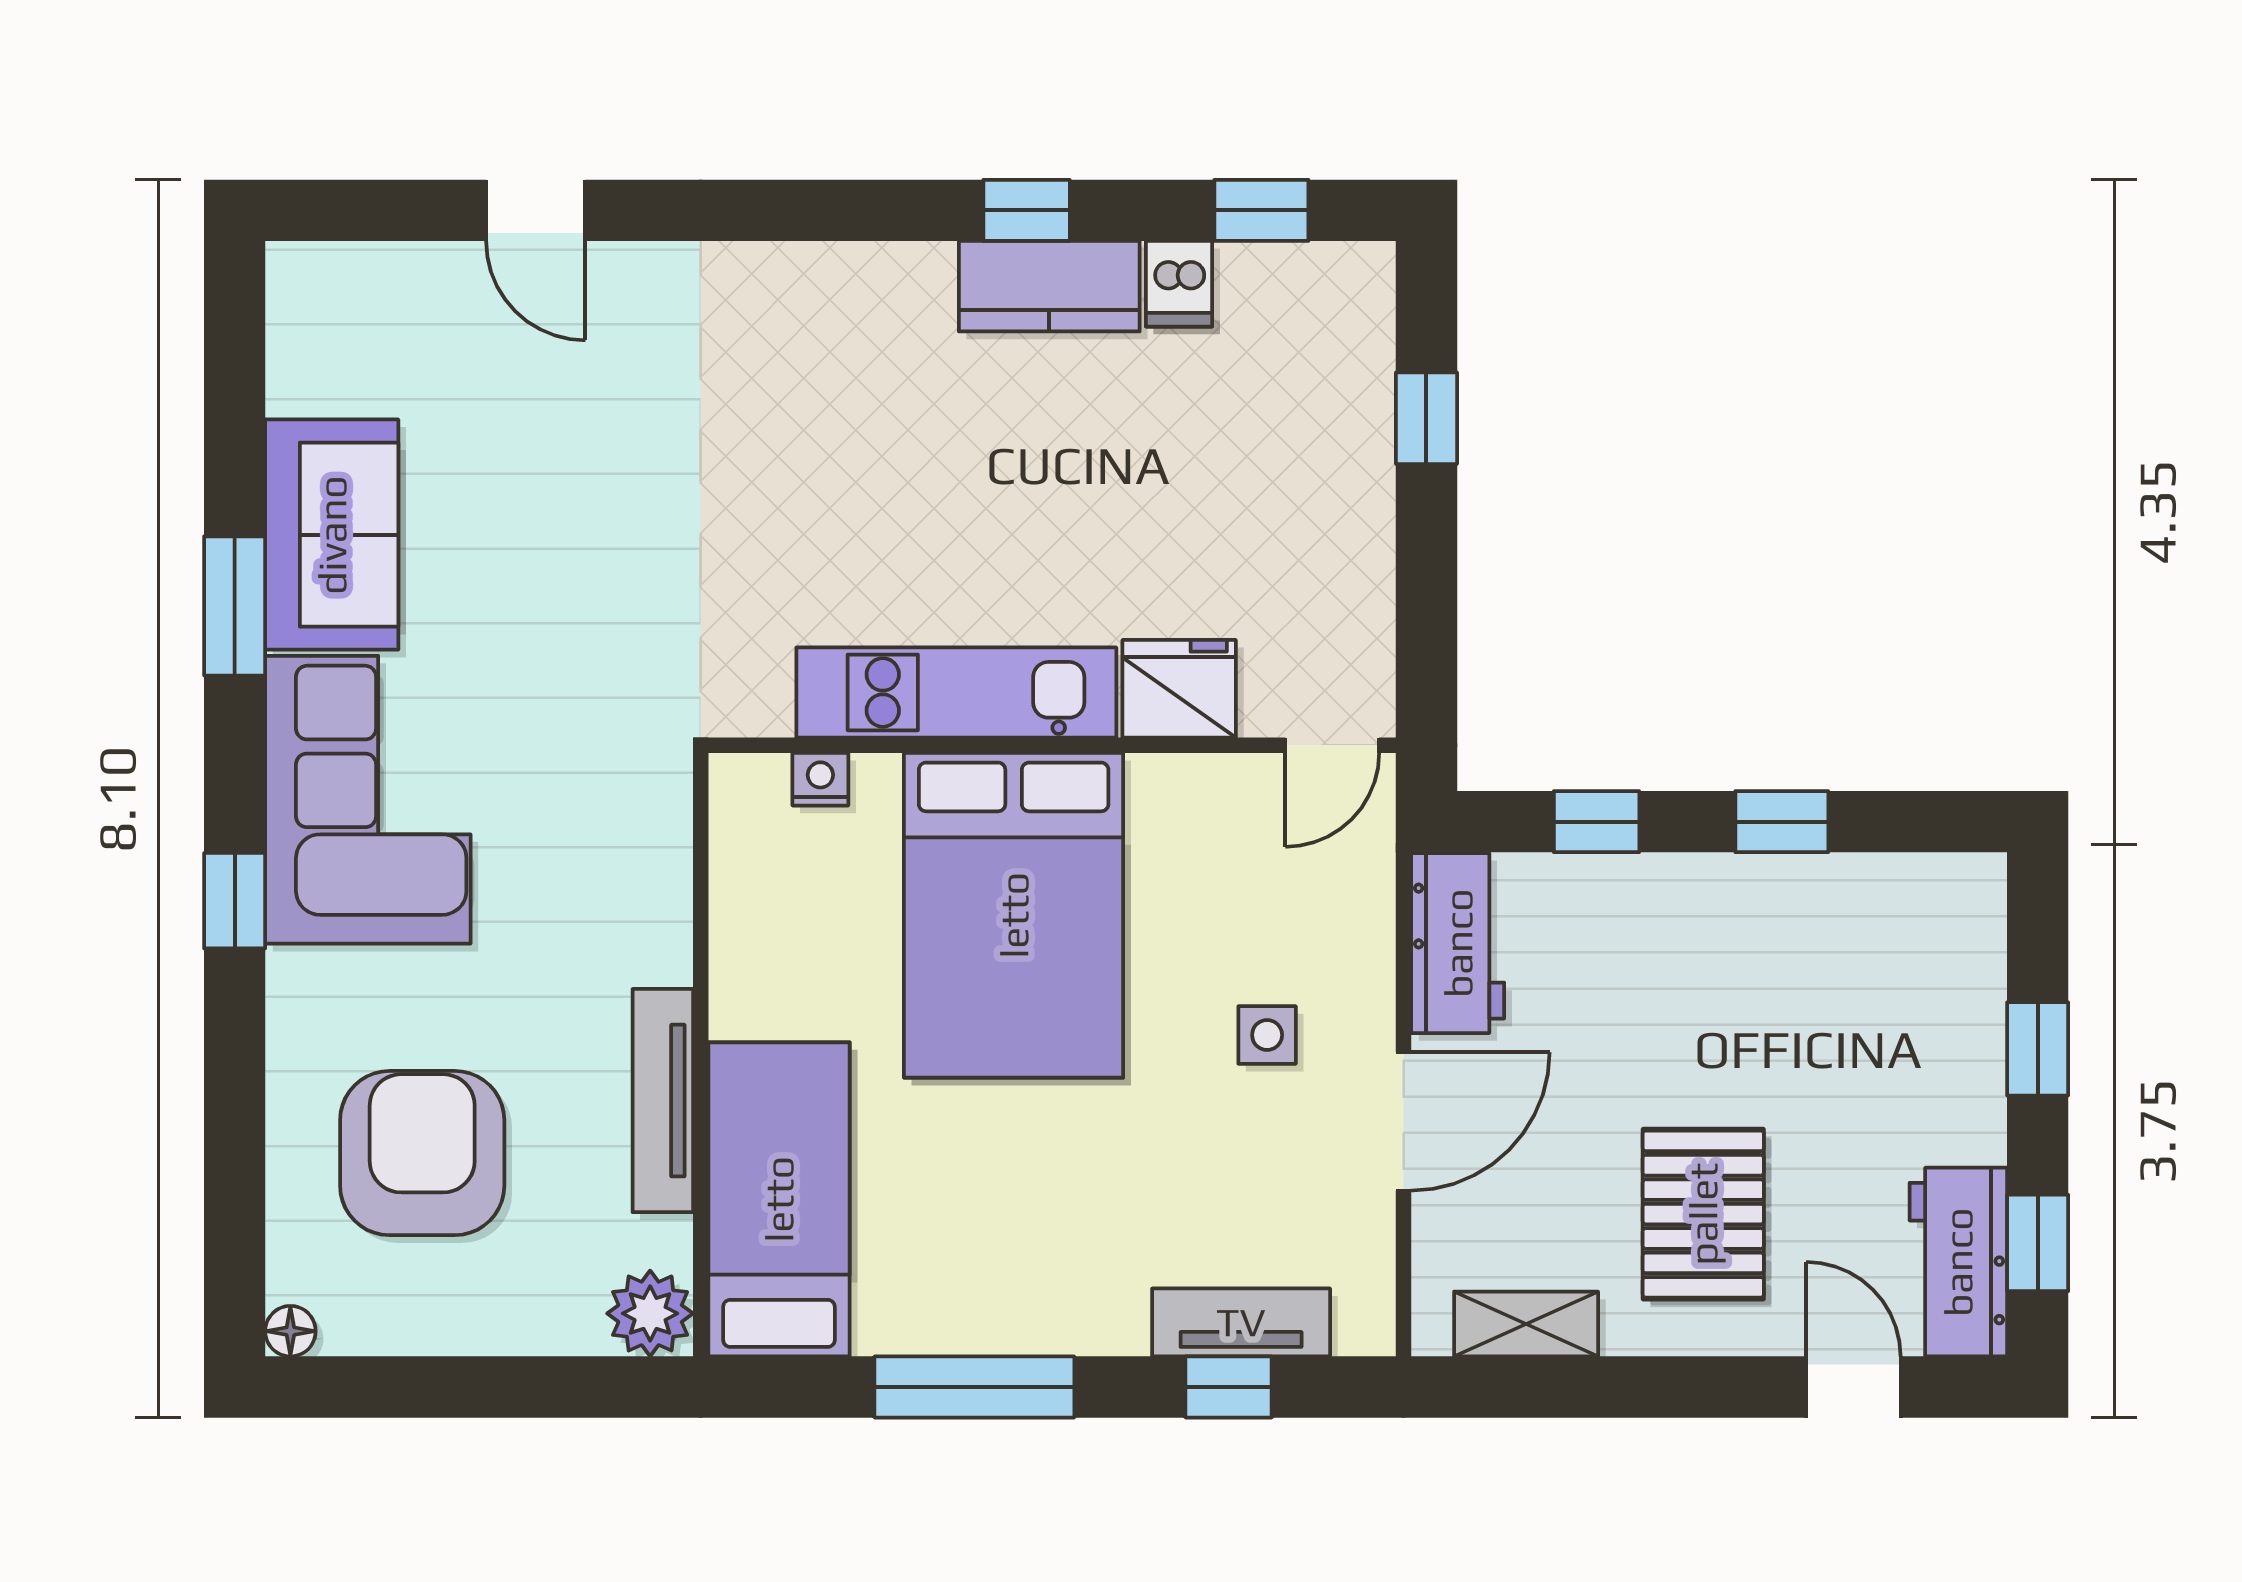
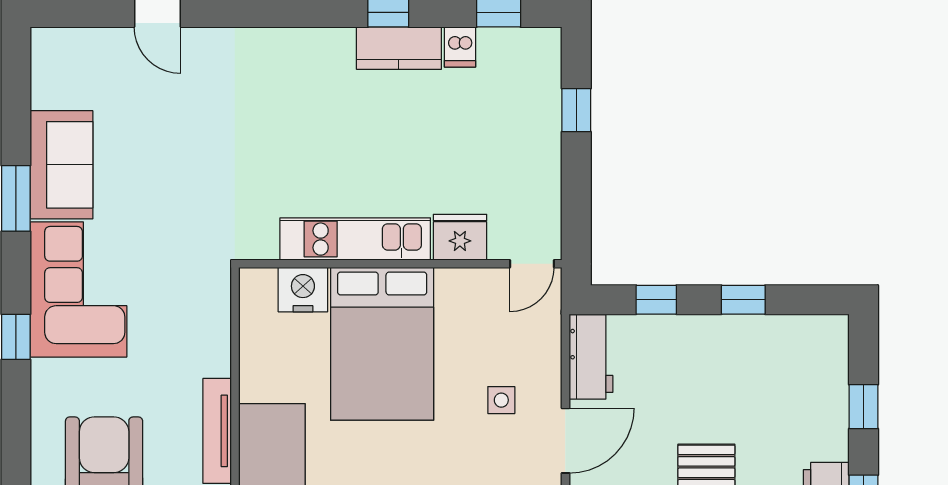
nightstand: (820, 779) -> (303, 290), width x1.89, depth x1.79

